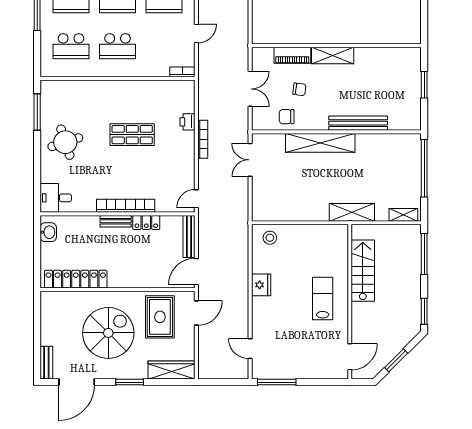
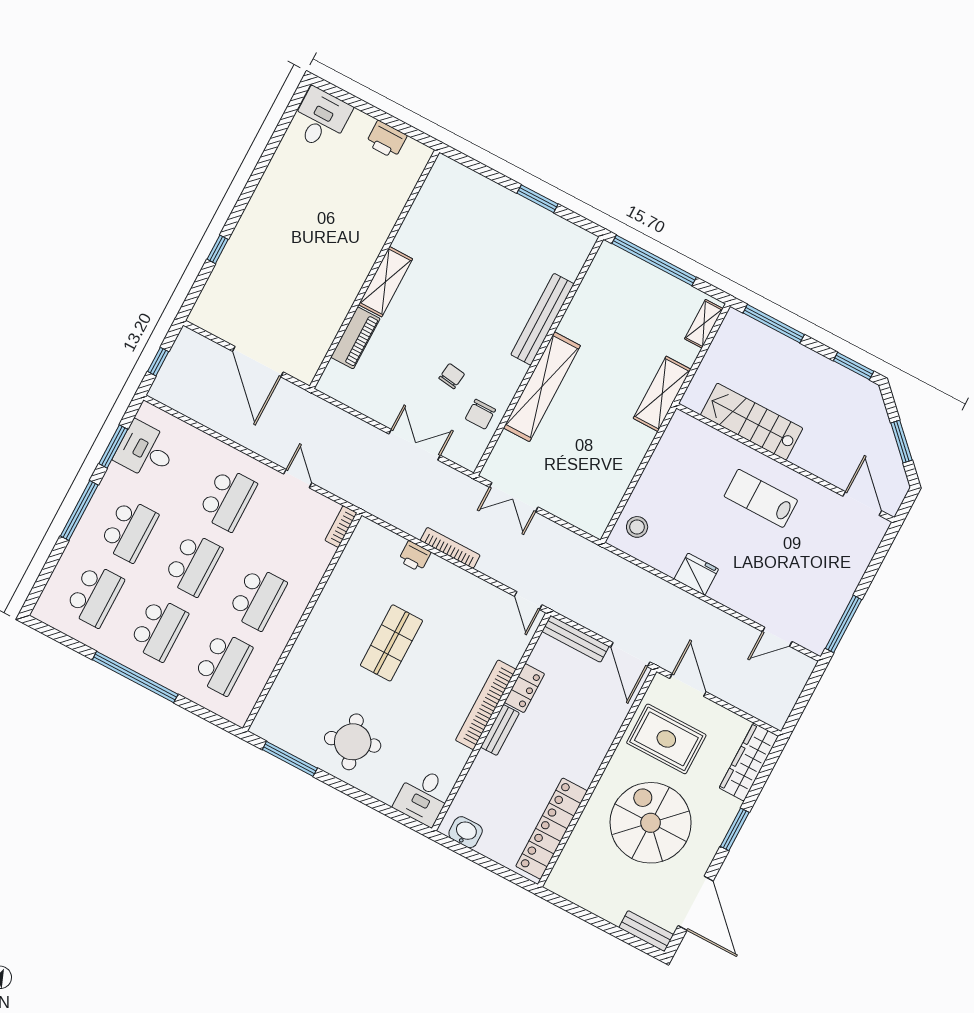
wall: (336, 46) -> (375, 269), moved
piano: (292, 55) -> (355, 338), moved
shelving: (333, 55) -> (386, 282), moved

